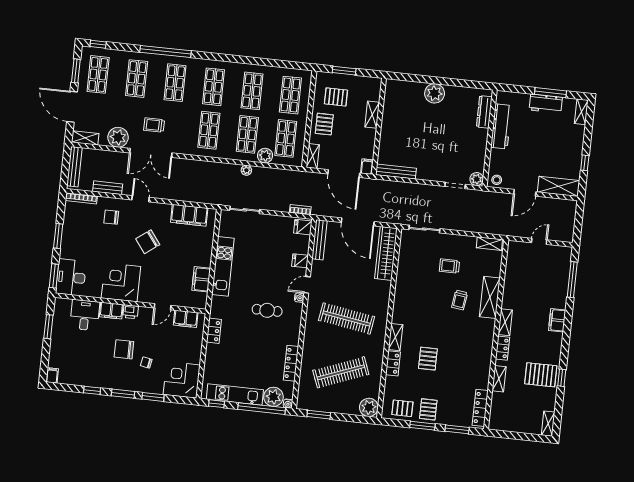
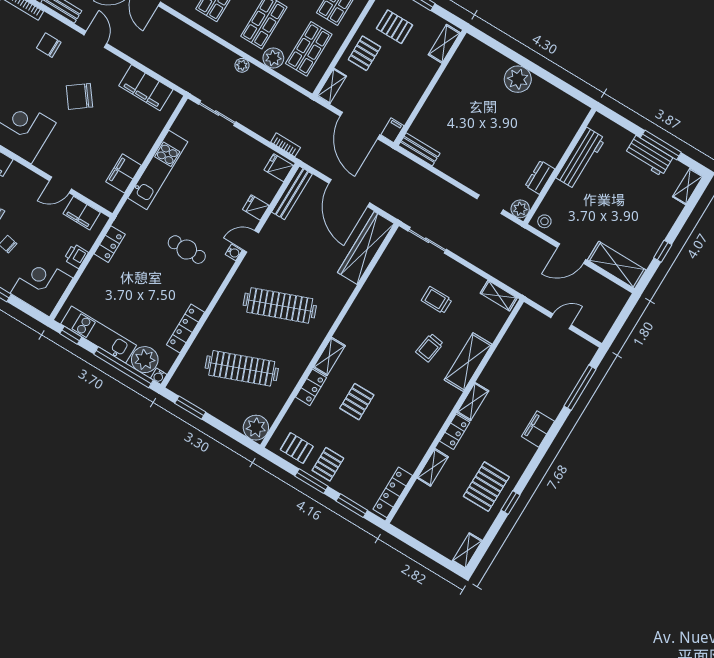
dresser: (484, 112) -> (540, 177), moved, width x0.70
shelving: (372, 115) -> (444, 44), moved
bench: (396, 172) -> (419, 149), width x0.73
printer: (131, 312) -> (76, 256), moved, turned 90
clothes rail: (347, 319) -> (280, 305), turned -30
pallet: (541, 375) -> (486, 487), turned 90

